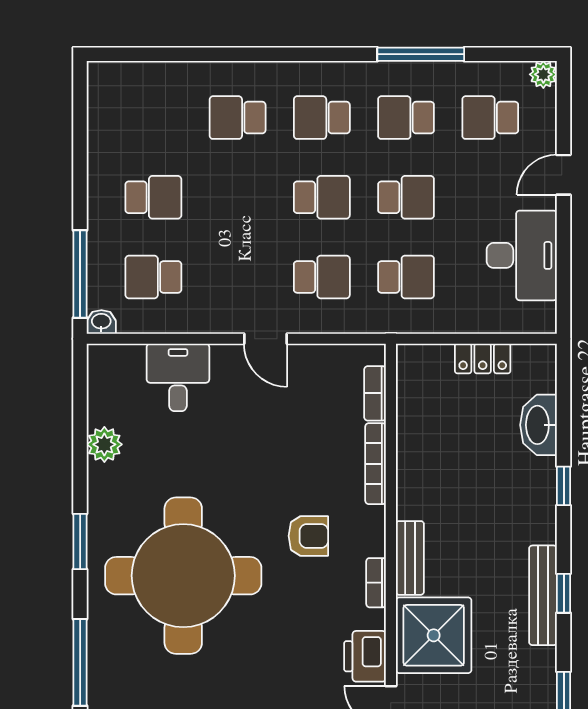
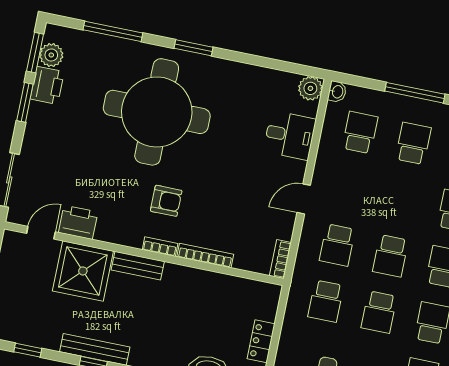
school desk: (153, 197) -> (413, 143), turned 180
window: (80, 274) -> (415, 93), moved
bookcase: (375, 393) -> (280, 259), moved, turned -90
plant: (104, 444) -> (310, 88), moved
armchair: (308, 536) -> (166, 201), turned -90
bookcase: (376, 583) -> (160, 247), moved

